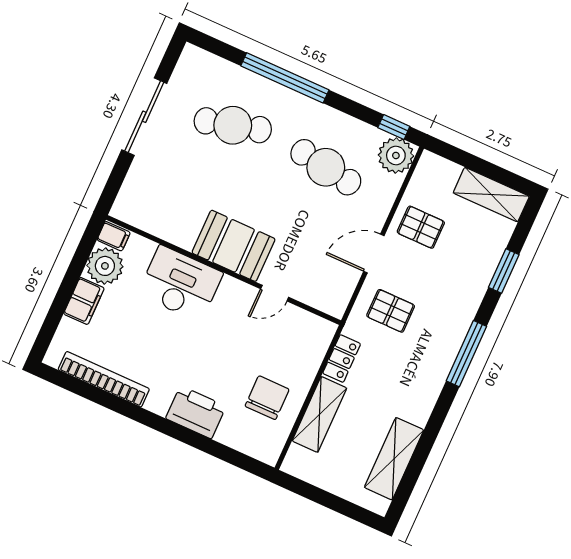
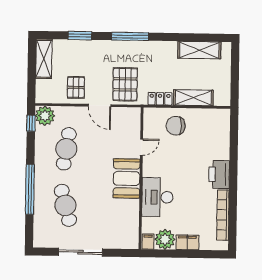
door: (275, 293) -> (141, 147), hinge flipped
pallet: (391, 311) -> (125, 84), width x1.50, depth x1.42
chair: (267, 398) -> (176, 126), moved
printer: (196, 412) -> (219, 174), moved

